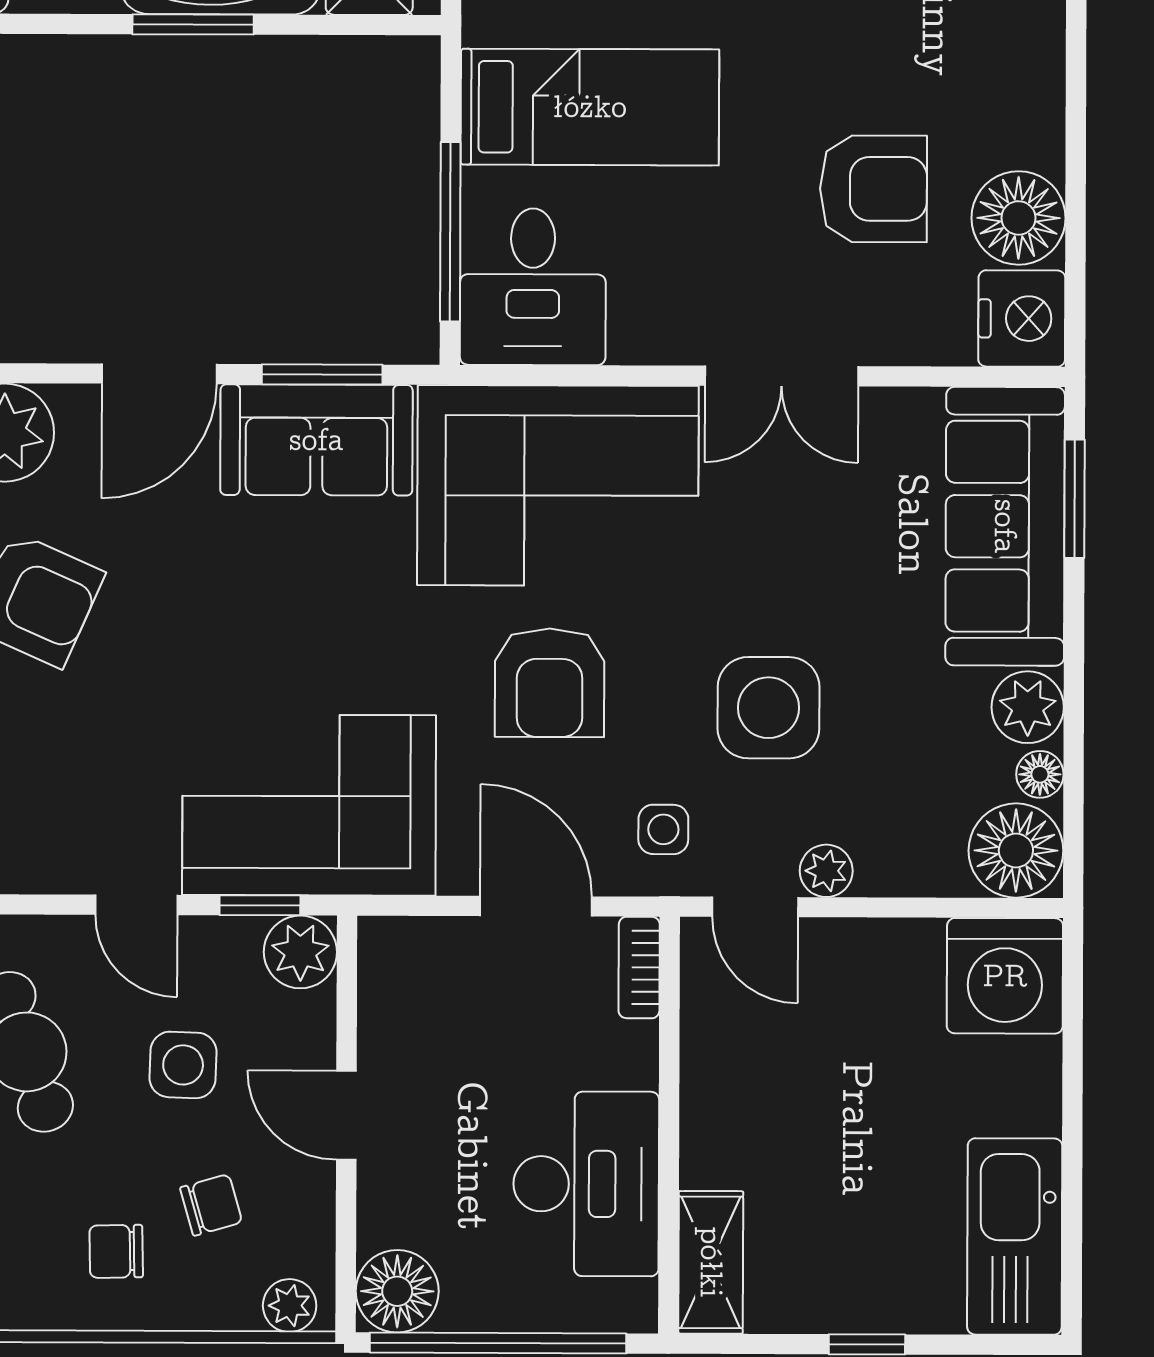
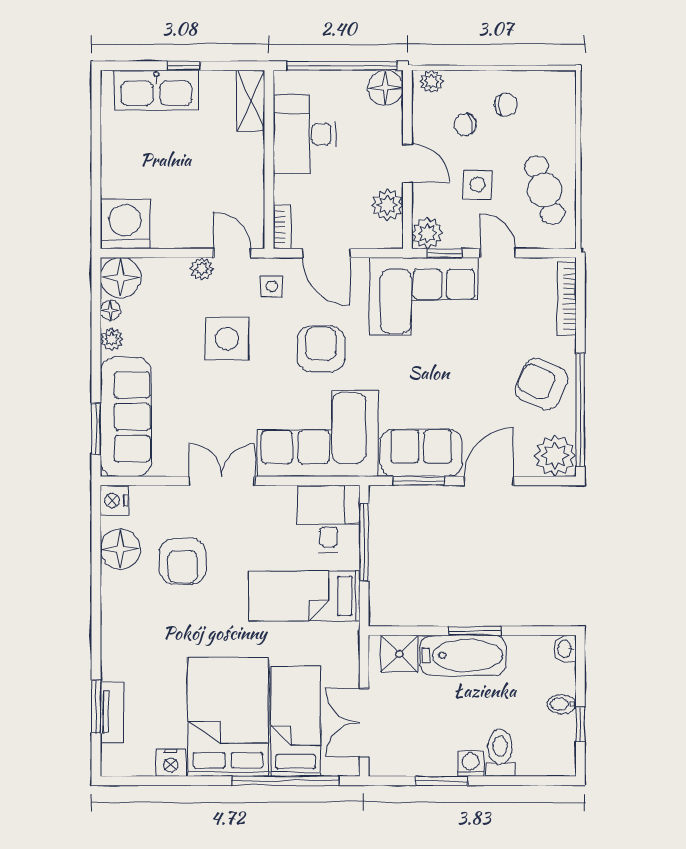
armchair: (873, 189) -> (183, 561), turned -90
nightstand: (1022, 319) -> (114, 500), width x0.74, depth x0.75
plant: (1028, 707) -> (112, 339), width x0.73, depth x0.73
plant: (394, 1018) -> (387, 205), added
kitchen sink: (1015, 1236) -> (156, 90), moved, turned 90

